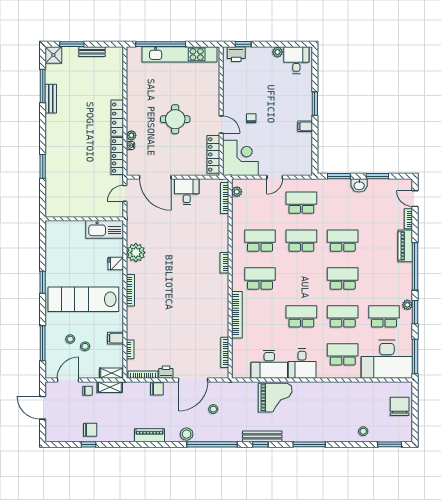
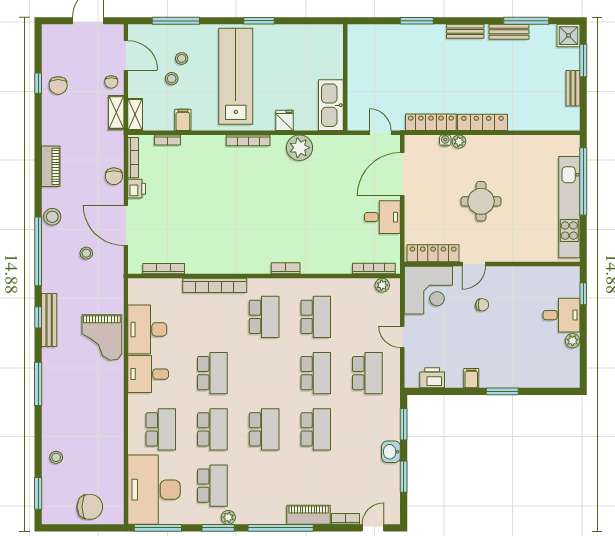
printer: (236, 54) -> (432, 378), moved, turned 90
desk: (296, 60) -> (561, 315), moved
bench: (50, 131) -> (465, 31), added

